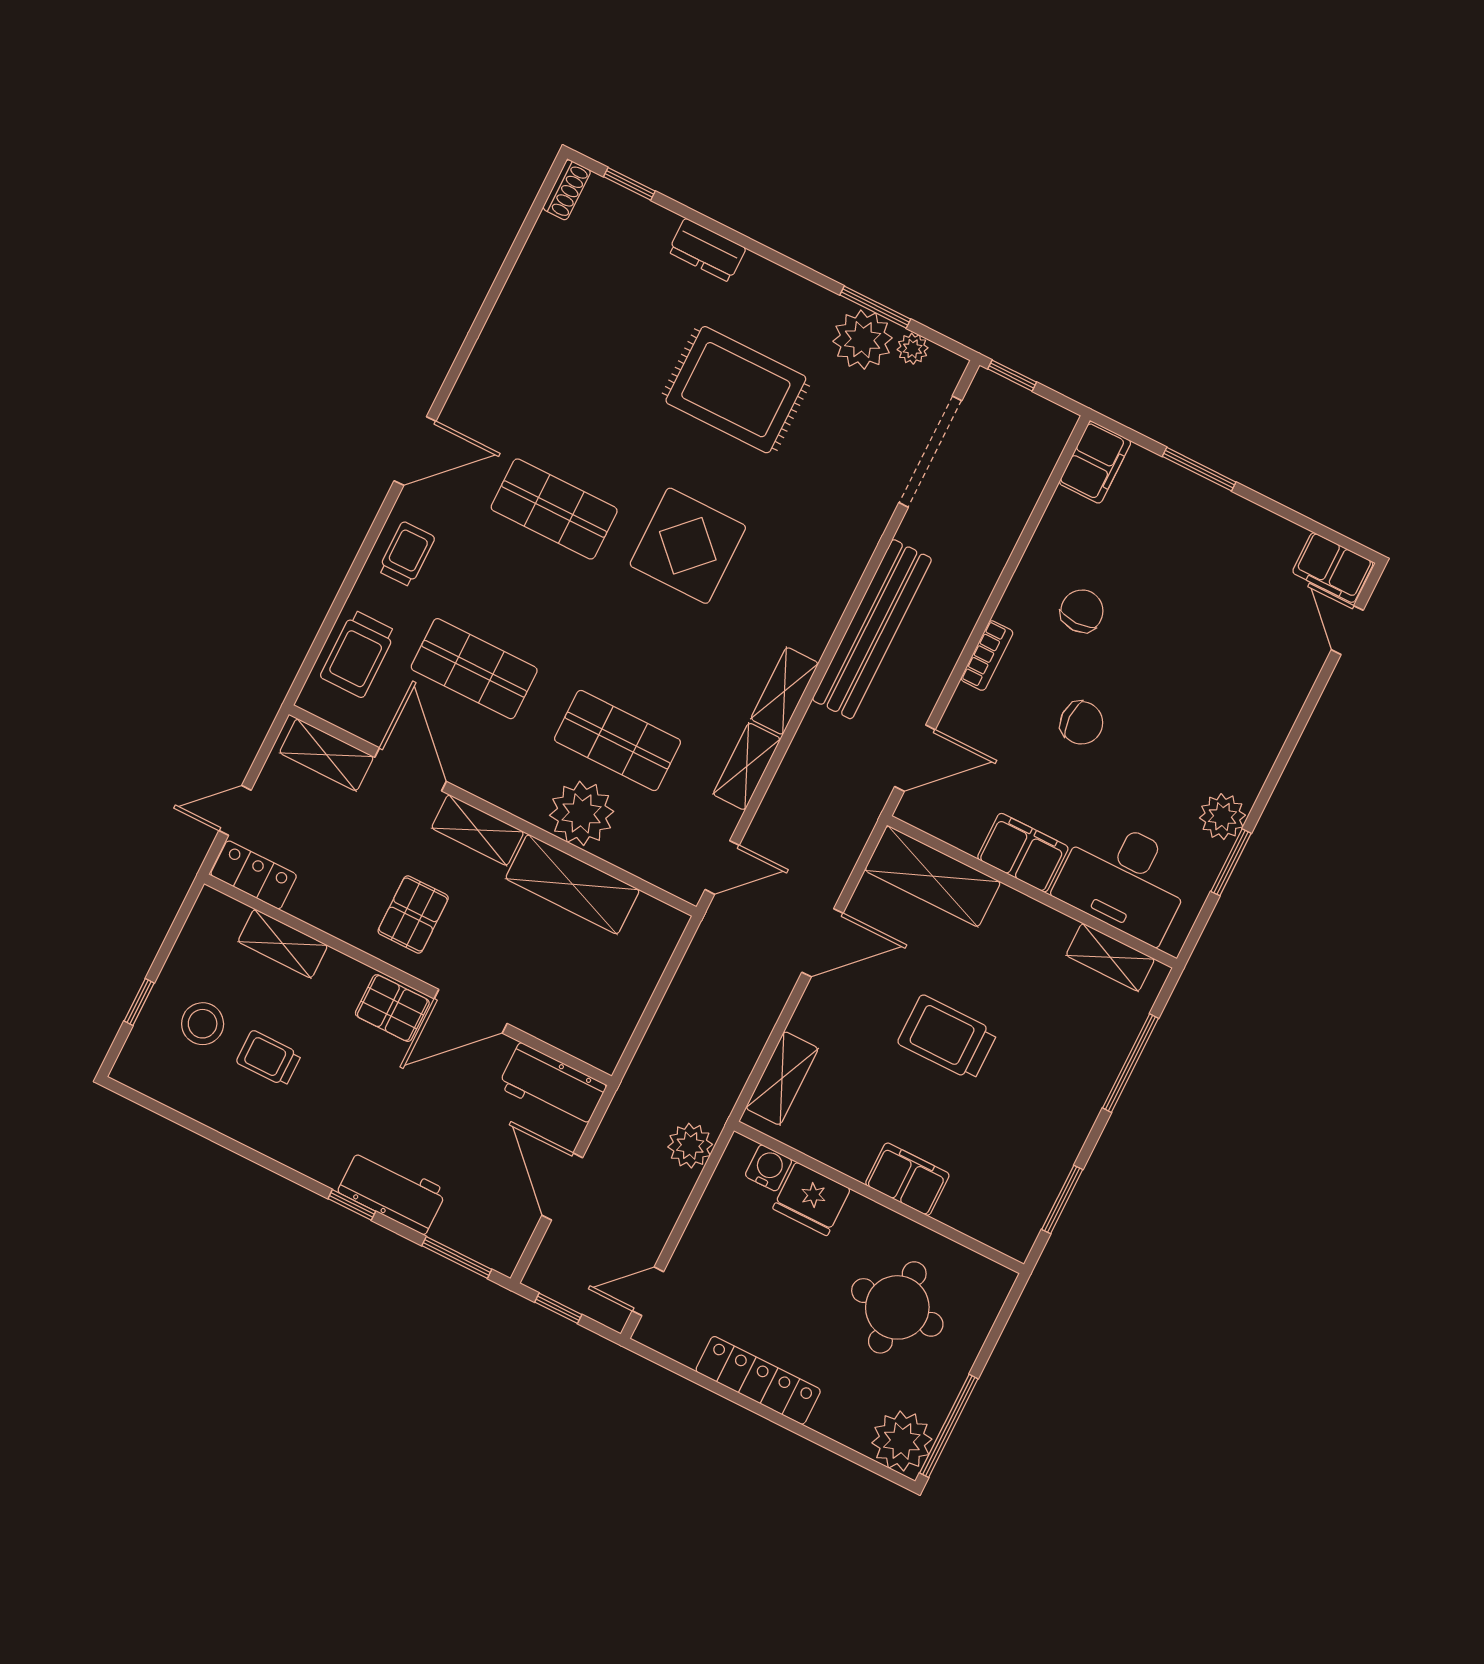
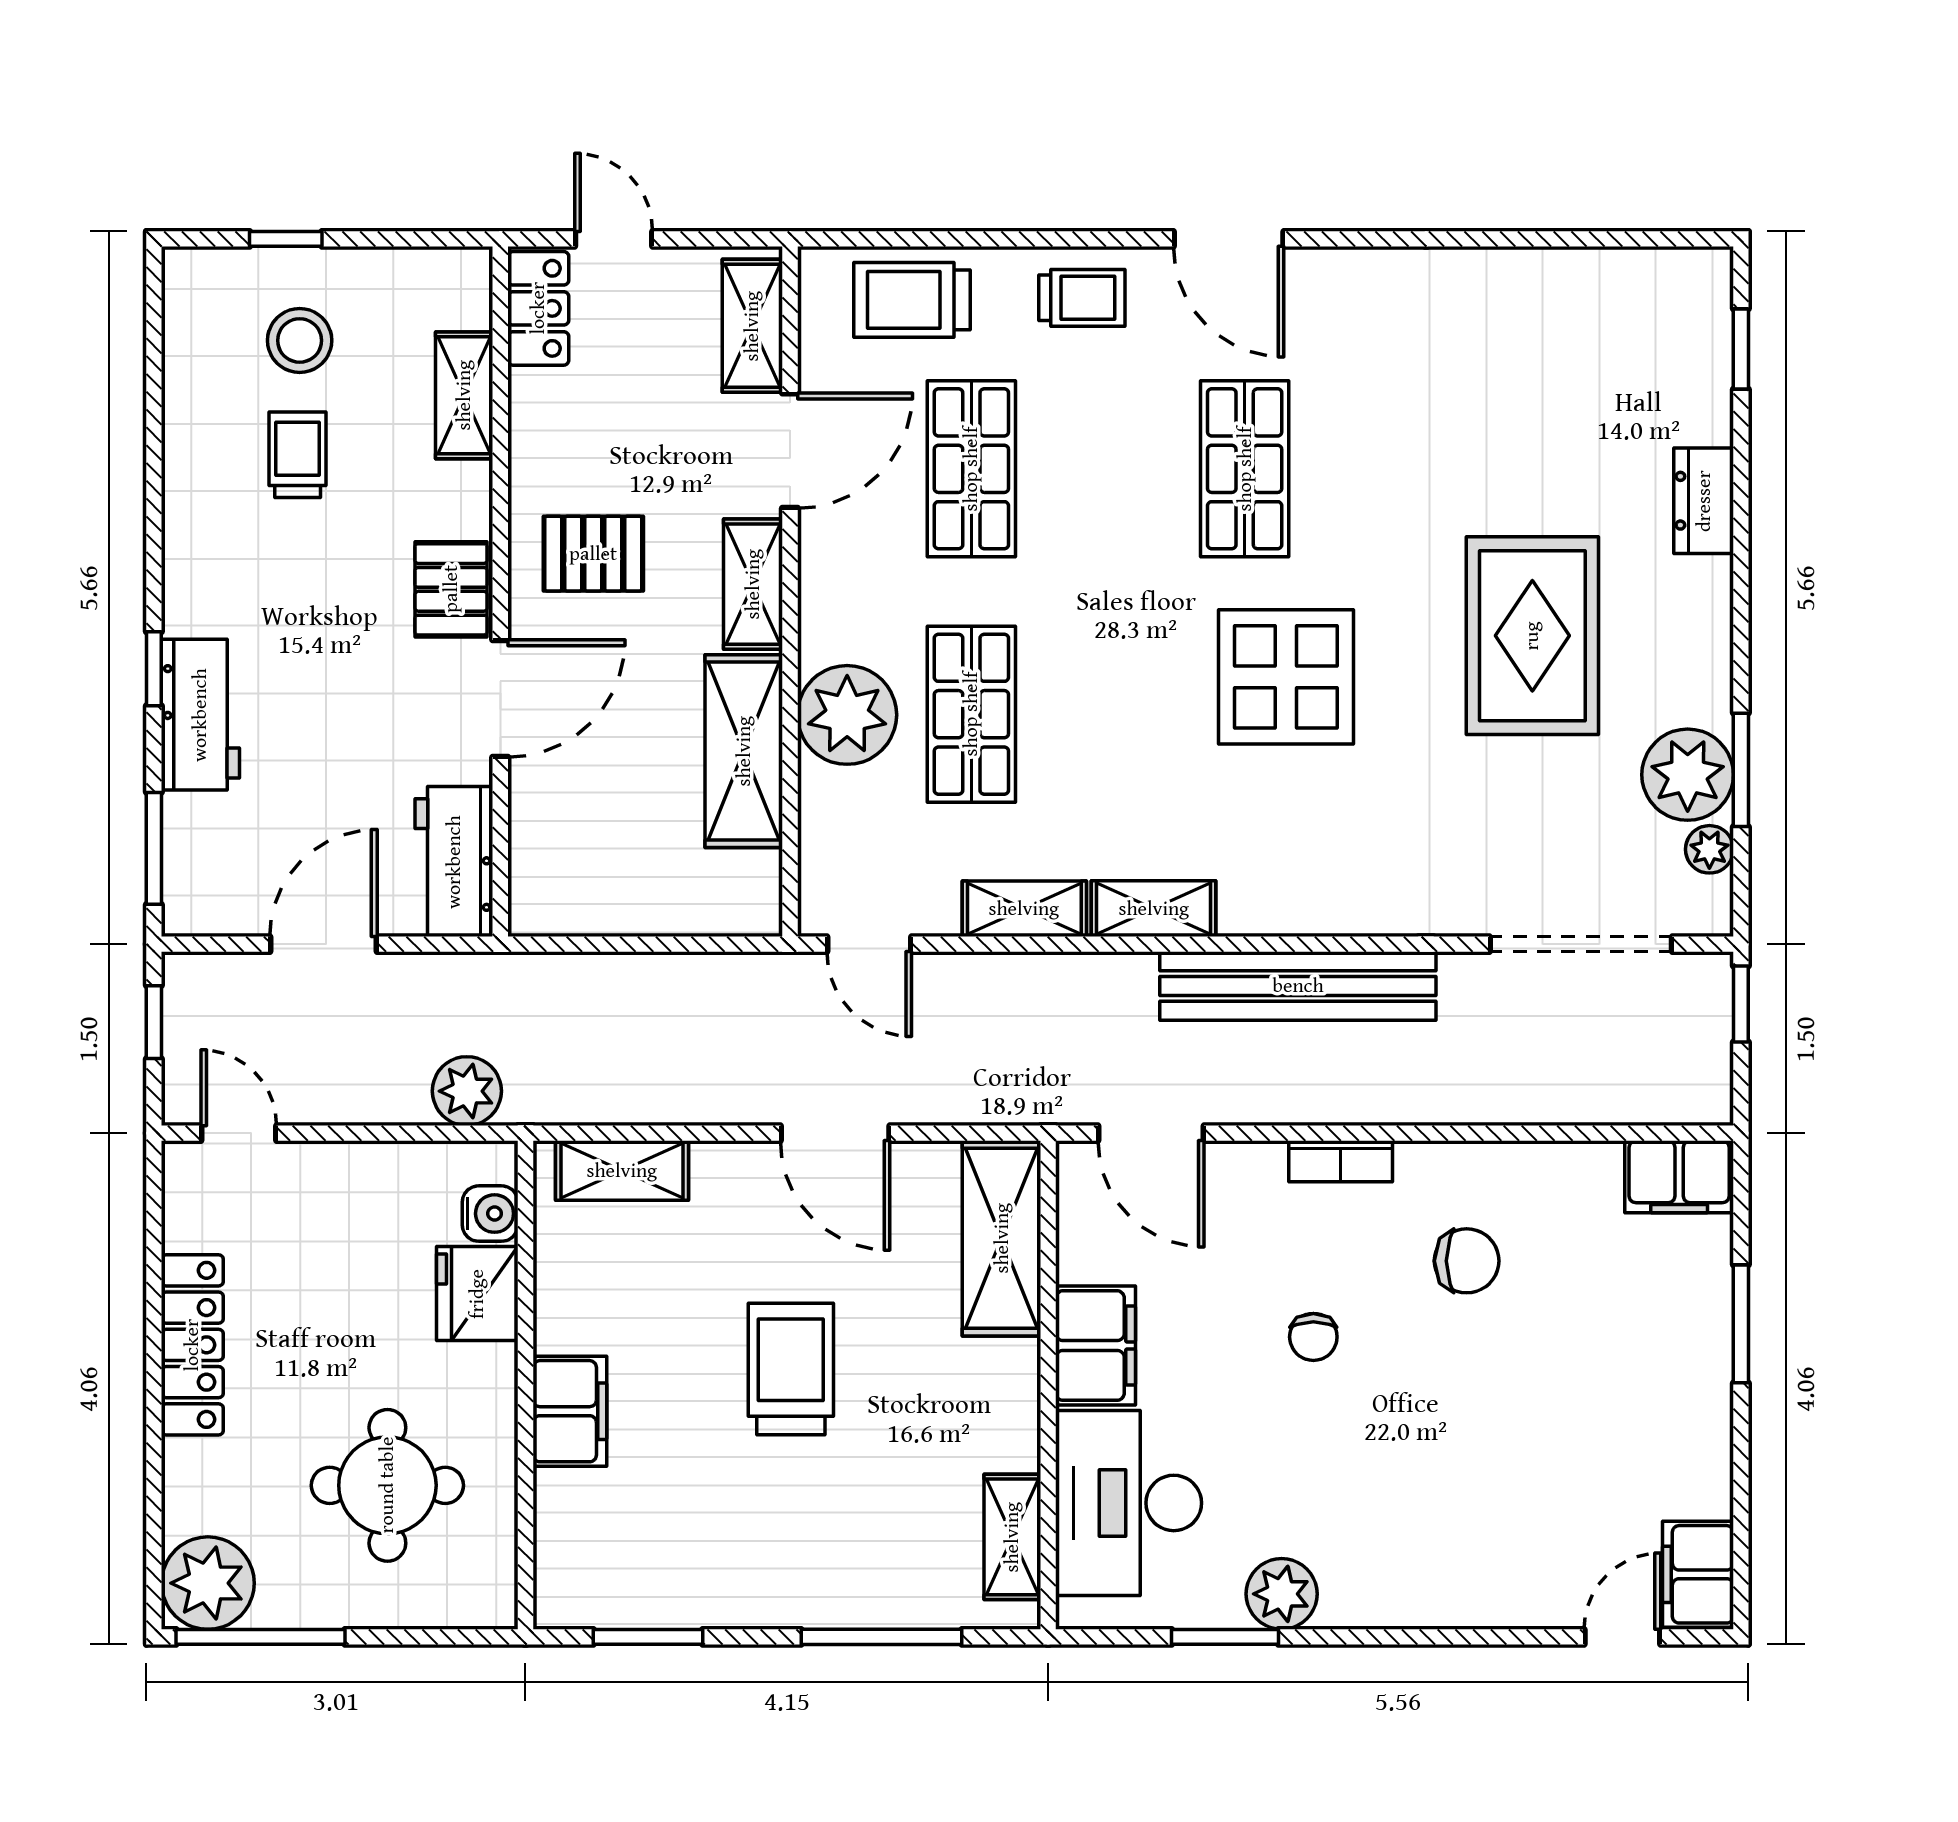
shoe rack: (567, 190) -> (1690, 267), removed
chair: (1082, 723) -> (1313, 1337), width x0.73, depth x0.73
door: (471, 1011) -> (500, 699), swing flipped

